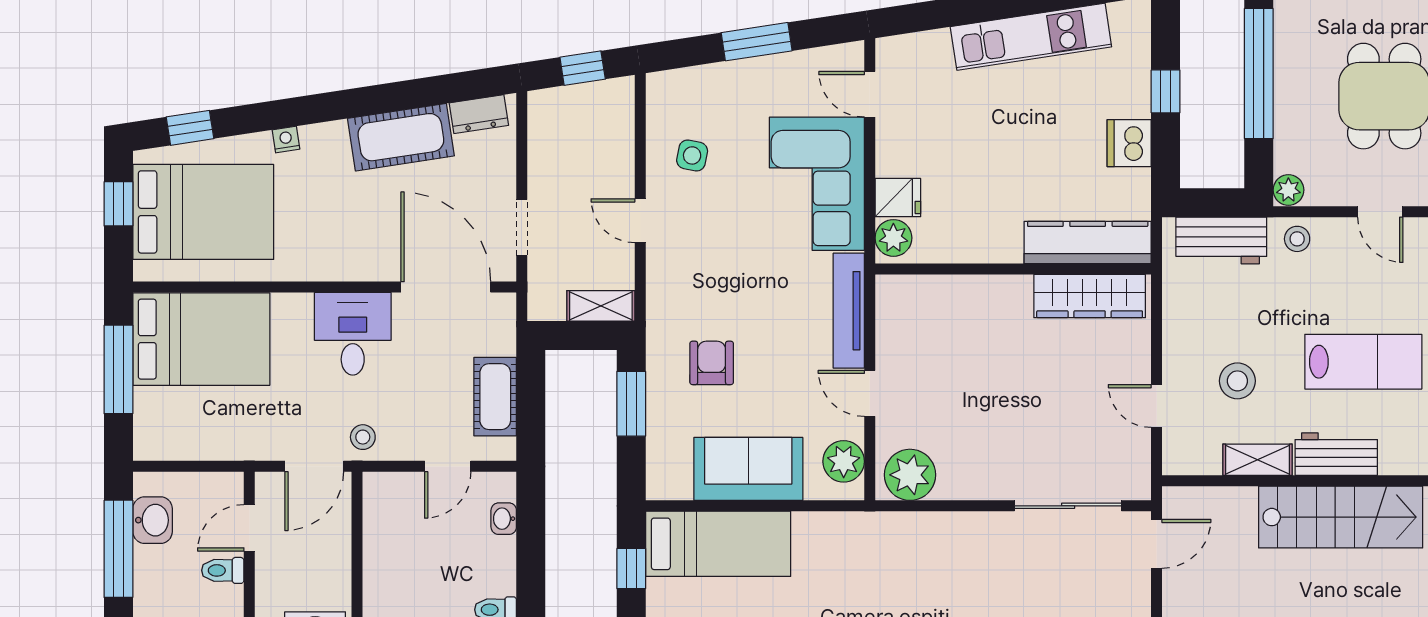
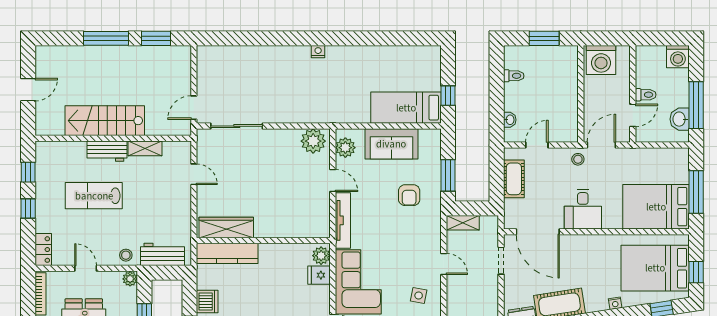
stool: (1237, 381) -> (155, 186), removed

